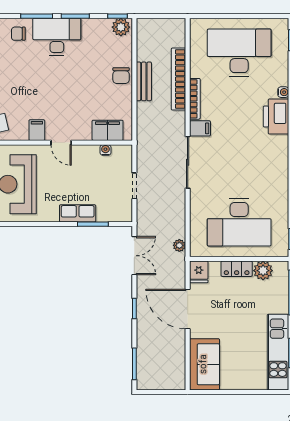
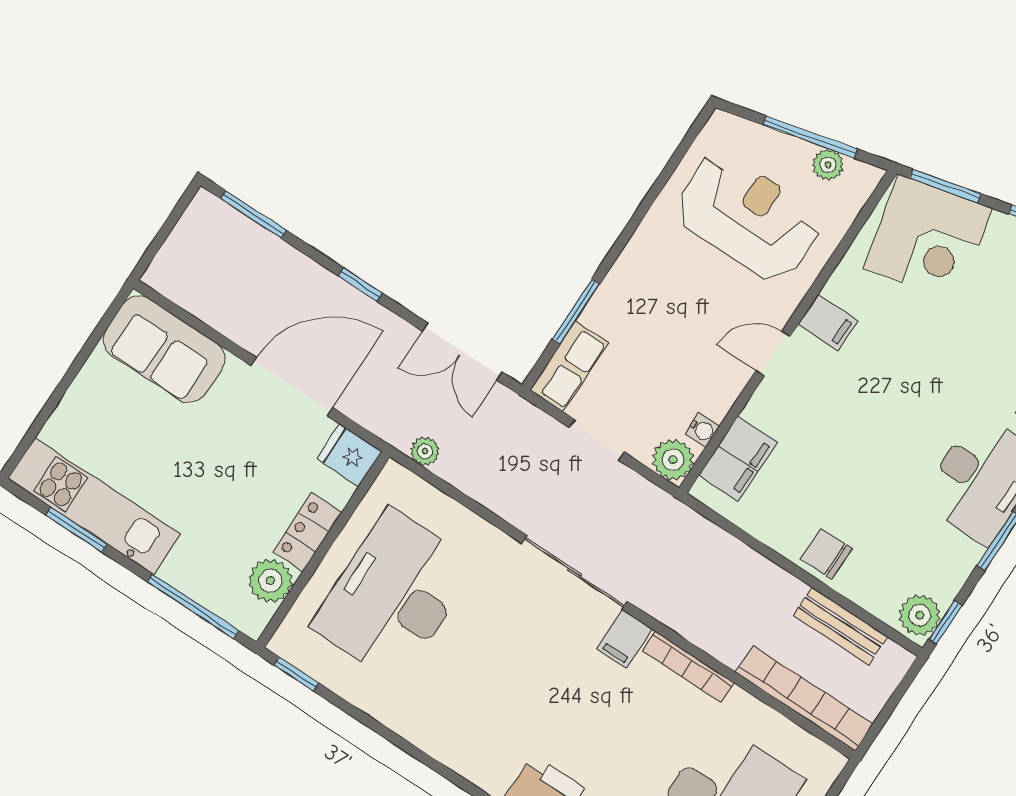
bookcase: (179, 79) -> (804, 698), moved
bench: (144, 81) -> (840, 626), moved
plant: (123, 154) -> (673, 460), added
row of seats: (78, 213) -> (569, 366), moved

